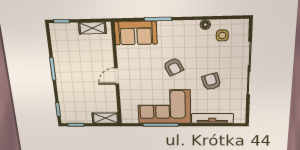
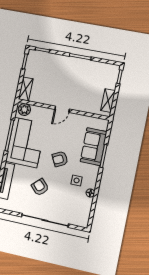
sofa: (136, 33) -> (94, 147), moved
side table: (222, 35) -> (77, 180), moved
door: (117, 76) -> (62, 109), swing flipped
armchair: (211, 82) -> (40, 187), turned -118
plant: (128, 115) -> (24, 109), added

